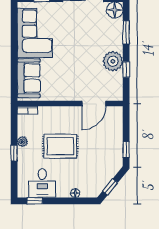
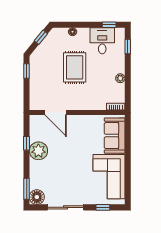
window: (126, 32) -> (27, 189), moved
door: (94, 104) -> (56, 113), swing flipped
rug: (60, 146) -> (75, 67), moved, turned 90
window: (14, 153) -> (128, 47), moved

